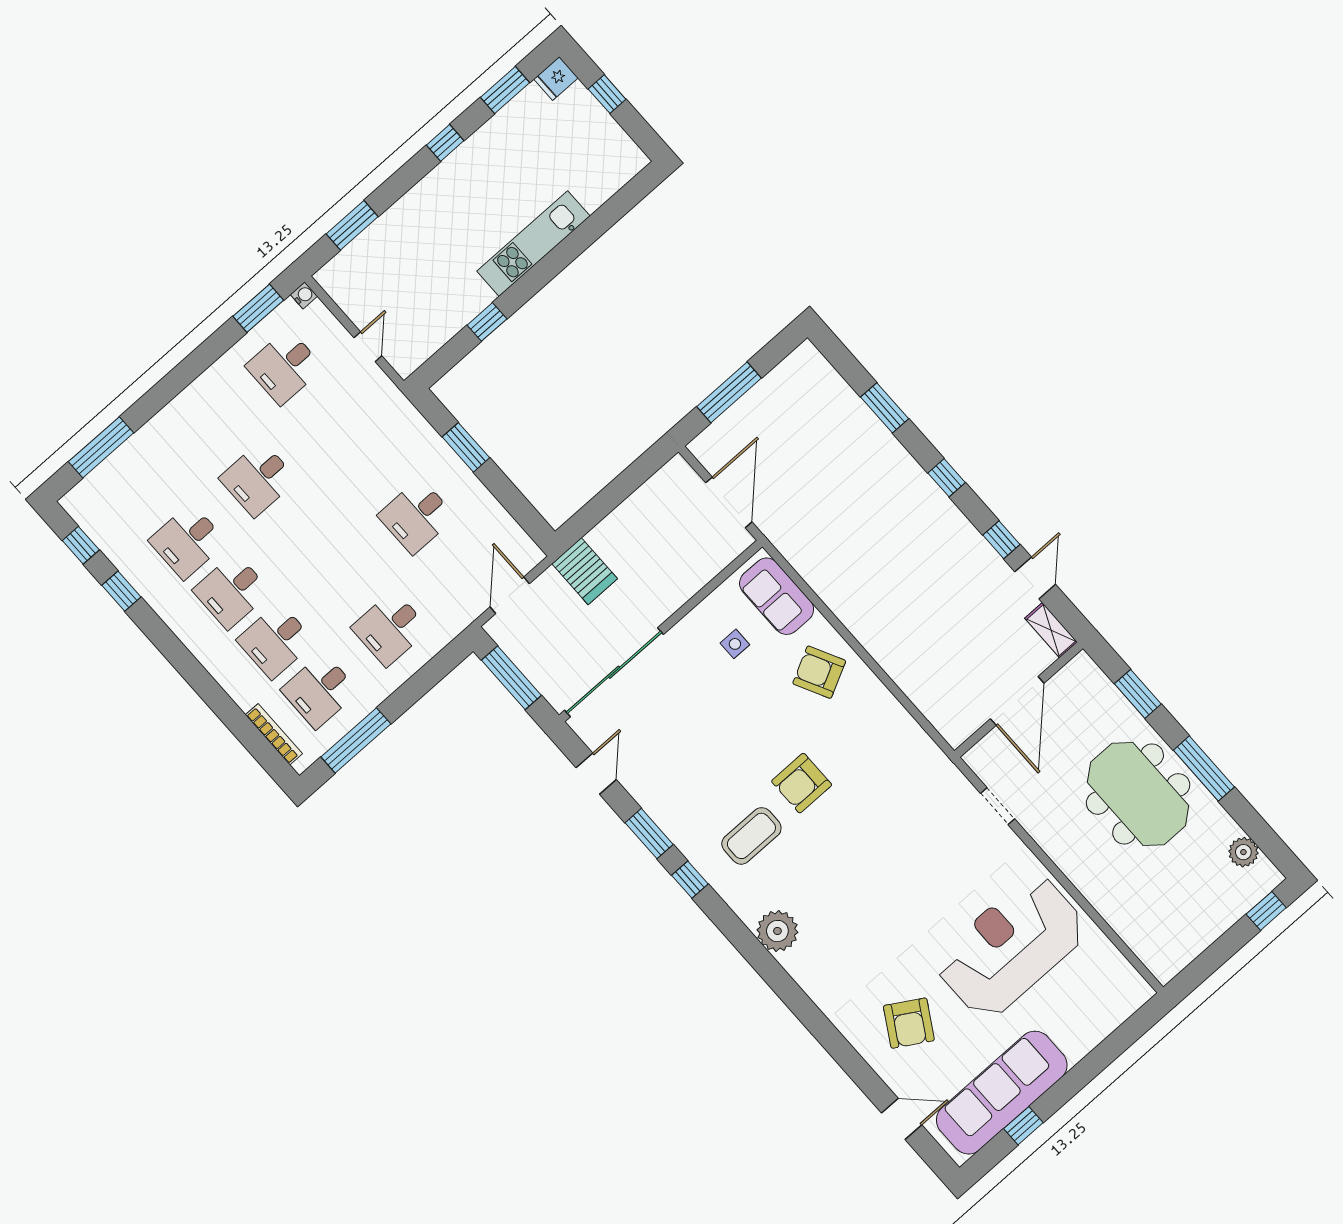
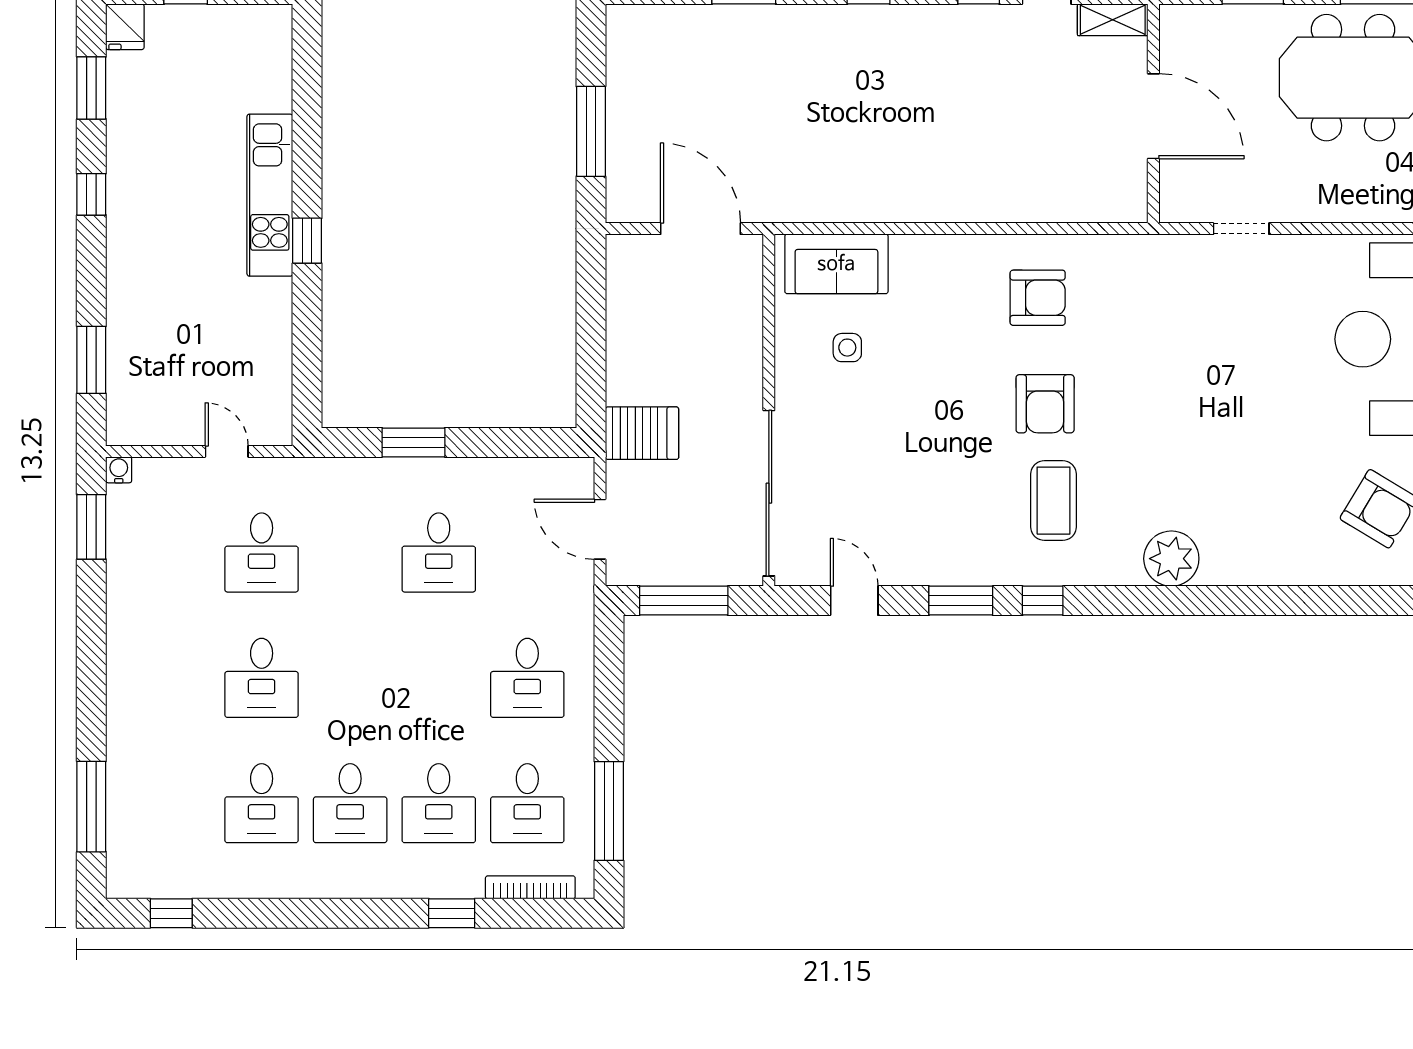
window: (487, 322) -> (307, 241), moved
desk: (284, 367) -> (262, 552), moved
window: (121, 591) -> (452, 913), moved
armchair: (819, 672) -> (1038, 298), moved, turned -153

